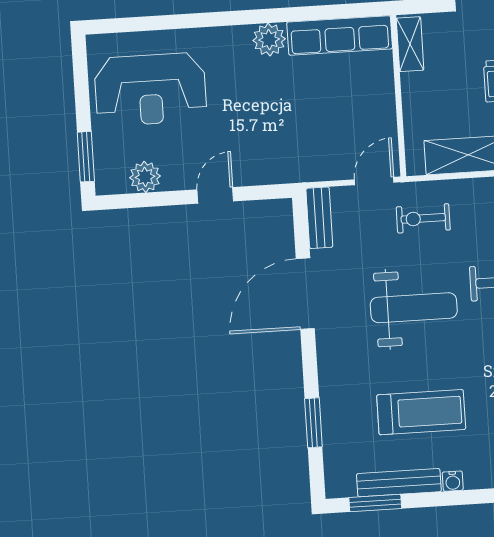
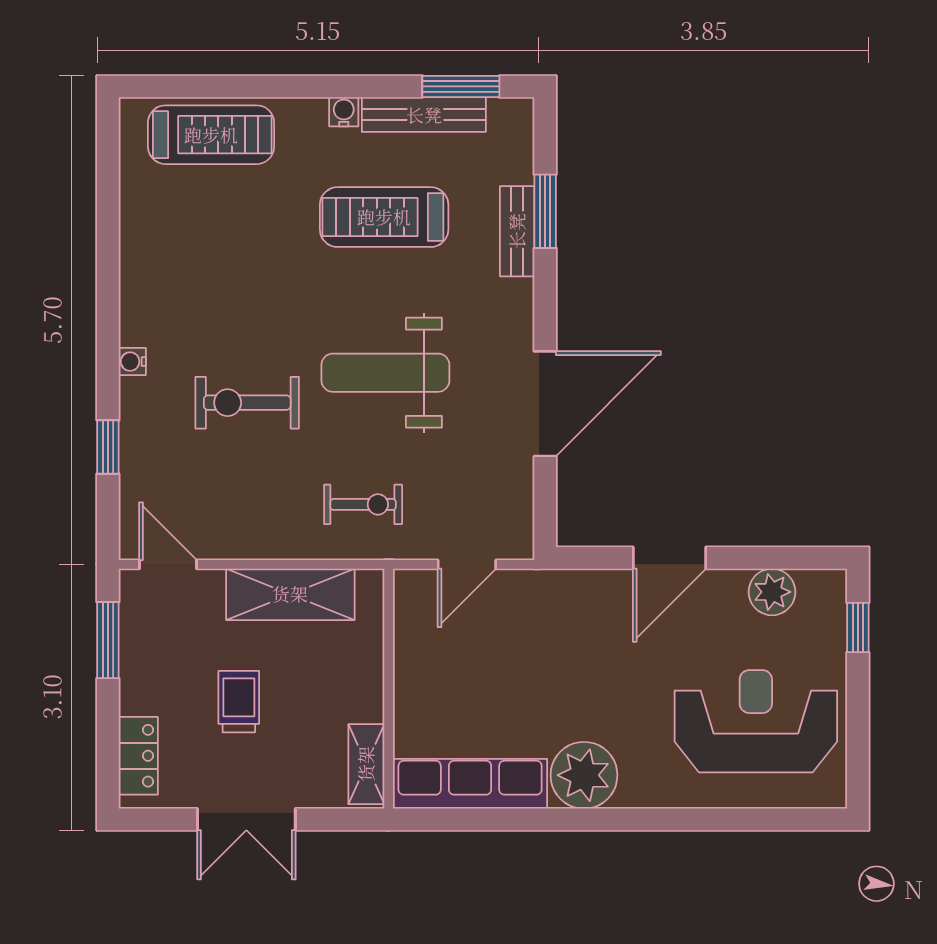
plant: (269, 40) -> (584, 775), width x1.36, depth x1.36
window: (86, 157) -> (858, 627), width x0.67
door: (374, 181) -> (467, 564), moved
door: (215, 195) -> (669, 558), width x1.38
bench: (319, 218) -> (517, 231), moved

